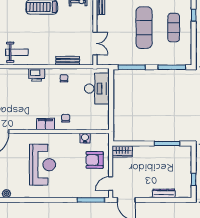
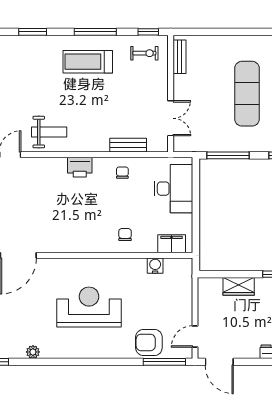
filing cabinet: (45, 124) -> (172, 244), moved
wardrobe: (122, 151) -> (239, 286), moved
armchair: (95, 160) -> (149, 342), moved
reception desk: (42, 165) -> (89, 307), turned -90

